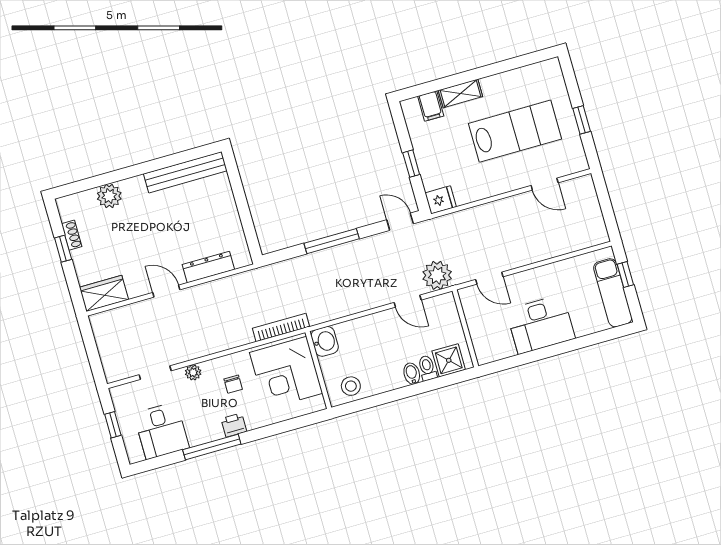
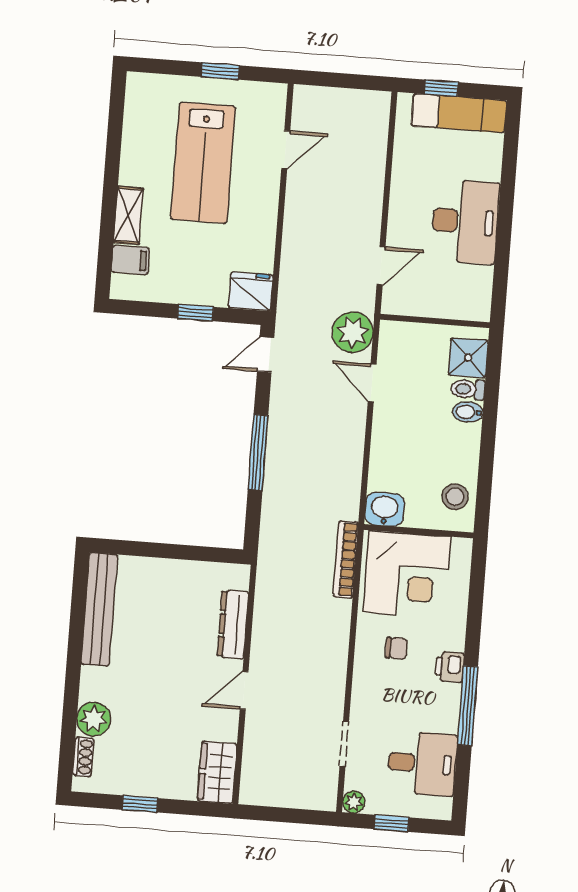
lab bench: (515, 131) -> (203, 163), turned 180
fridge: (441, 200) -> (251, 291), width x1.38
shoe rack: (72, 235) -> (83, 757), moved, turned 90
door: (408, 301) -> (372, 383), swing flipped
plant: (193, 372) -> (354, 802), moved

